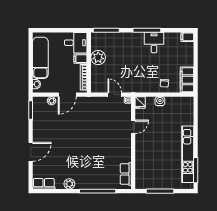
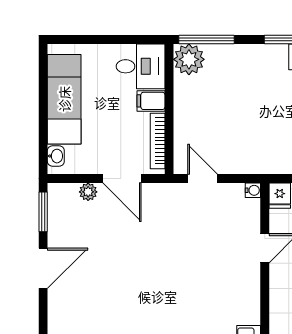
plant: (98, 57) -> (189, 59), moved
door: (67, 95) -> (122, 179), hinge flipped
door: (115, 95) -> (203, 179), moved
door: (31, 152) -> (43, 268), moved

